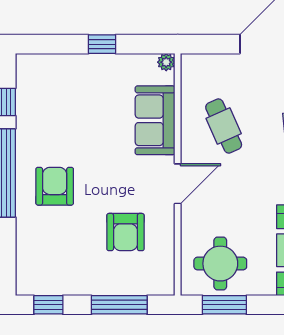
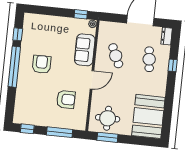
window: (102, 44) -> (81, 14), moved
armchair: (55, 186) -> (42, 64), moved
armchair: (125, 232) -> (66, 99), turned -90

